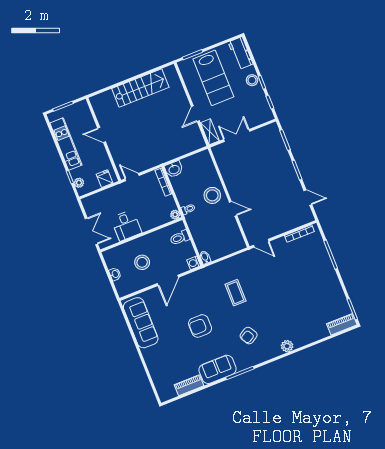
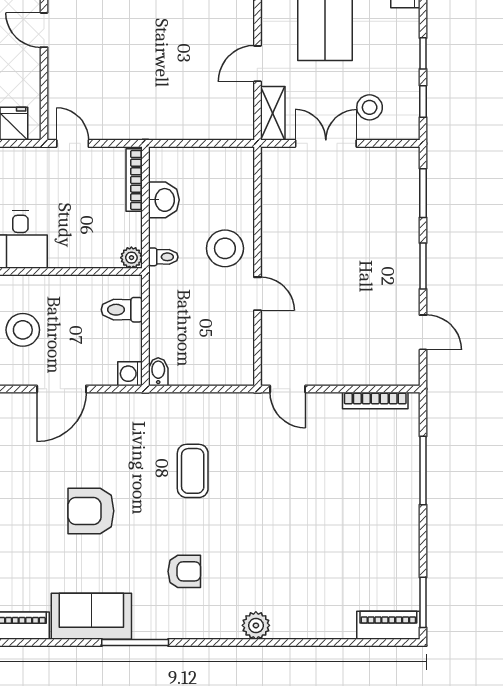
stool: (252, 80) -> (370, 107), moved
washbasin: (174, 169) -> (164, 200), moved, turned -90
armchair: (249, 336) -> (184, 571), turned -150

